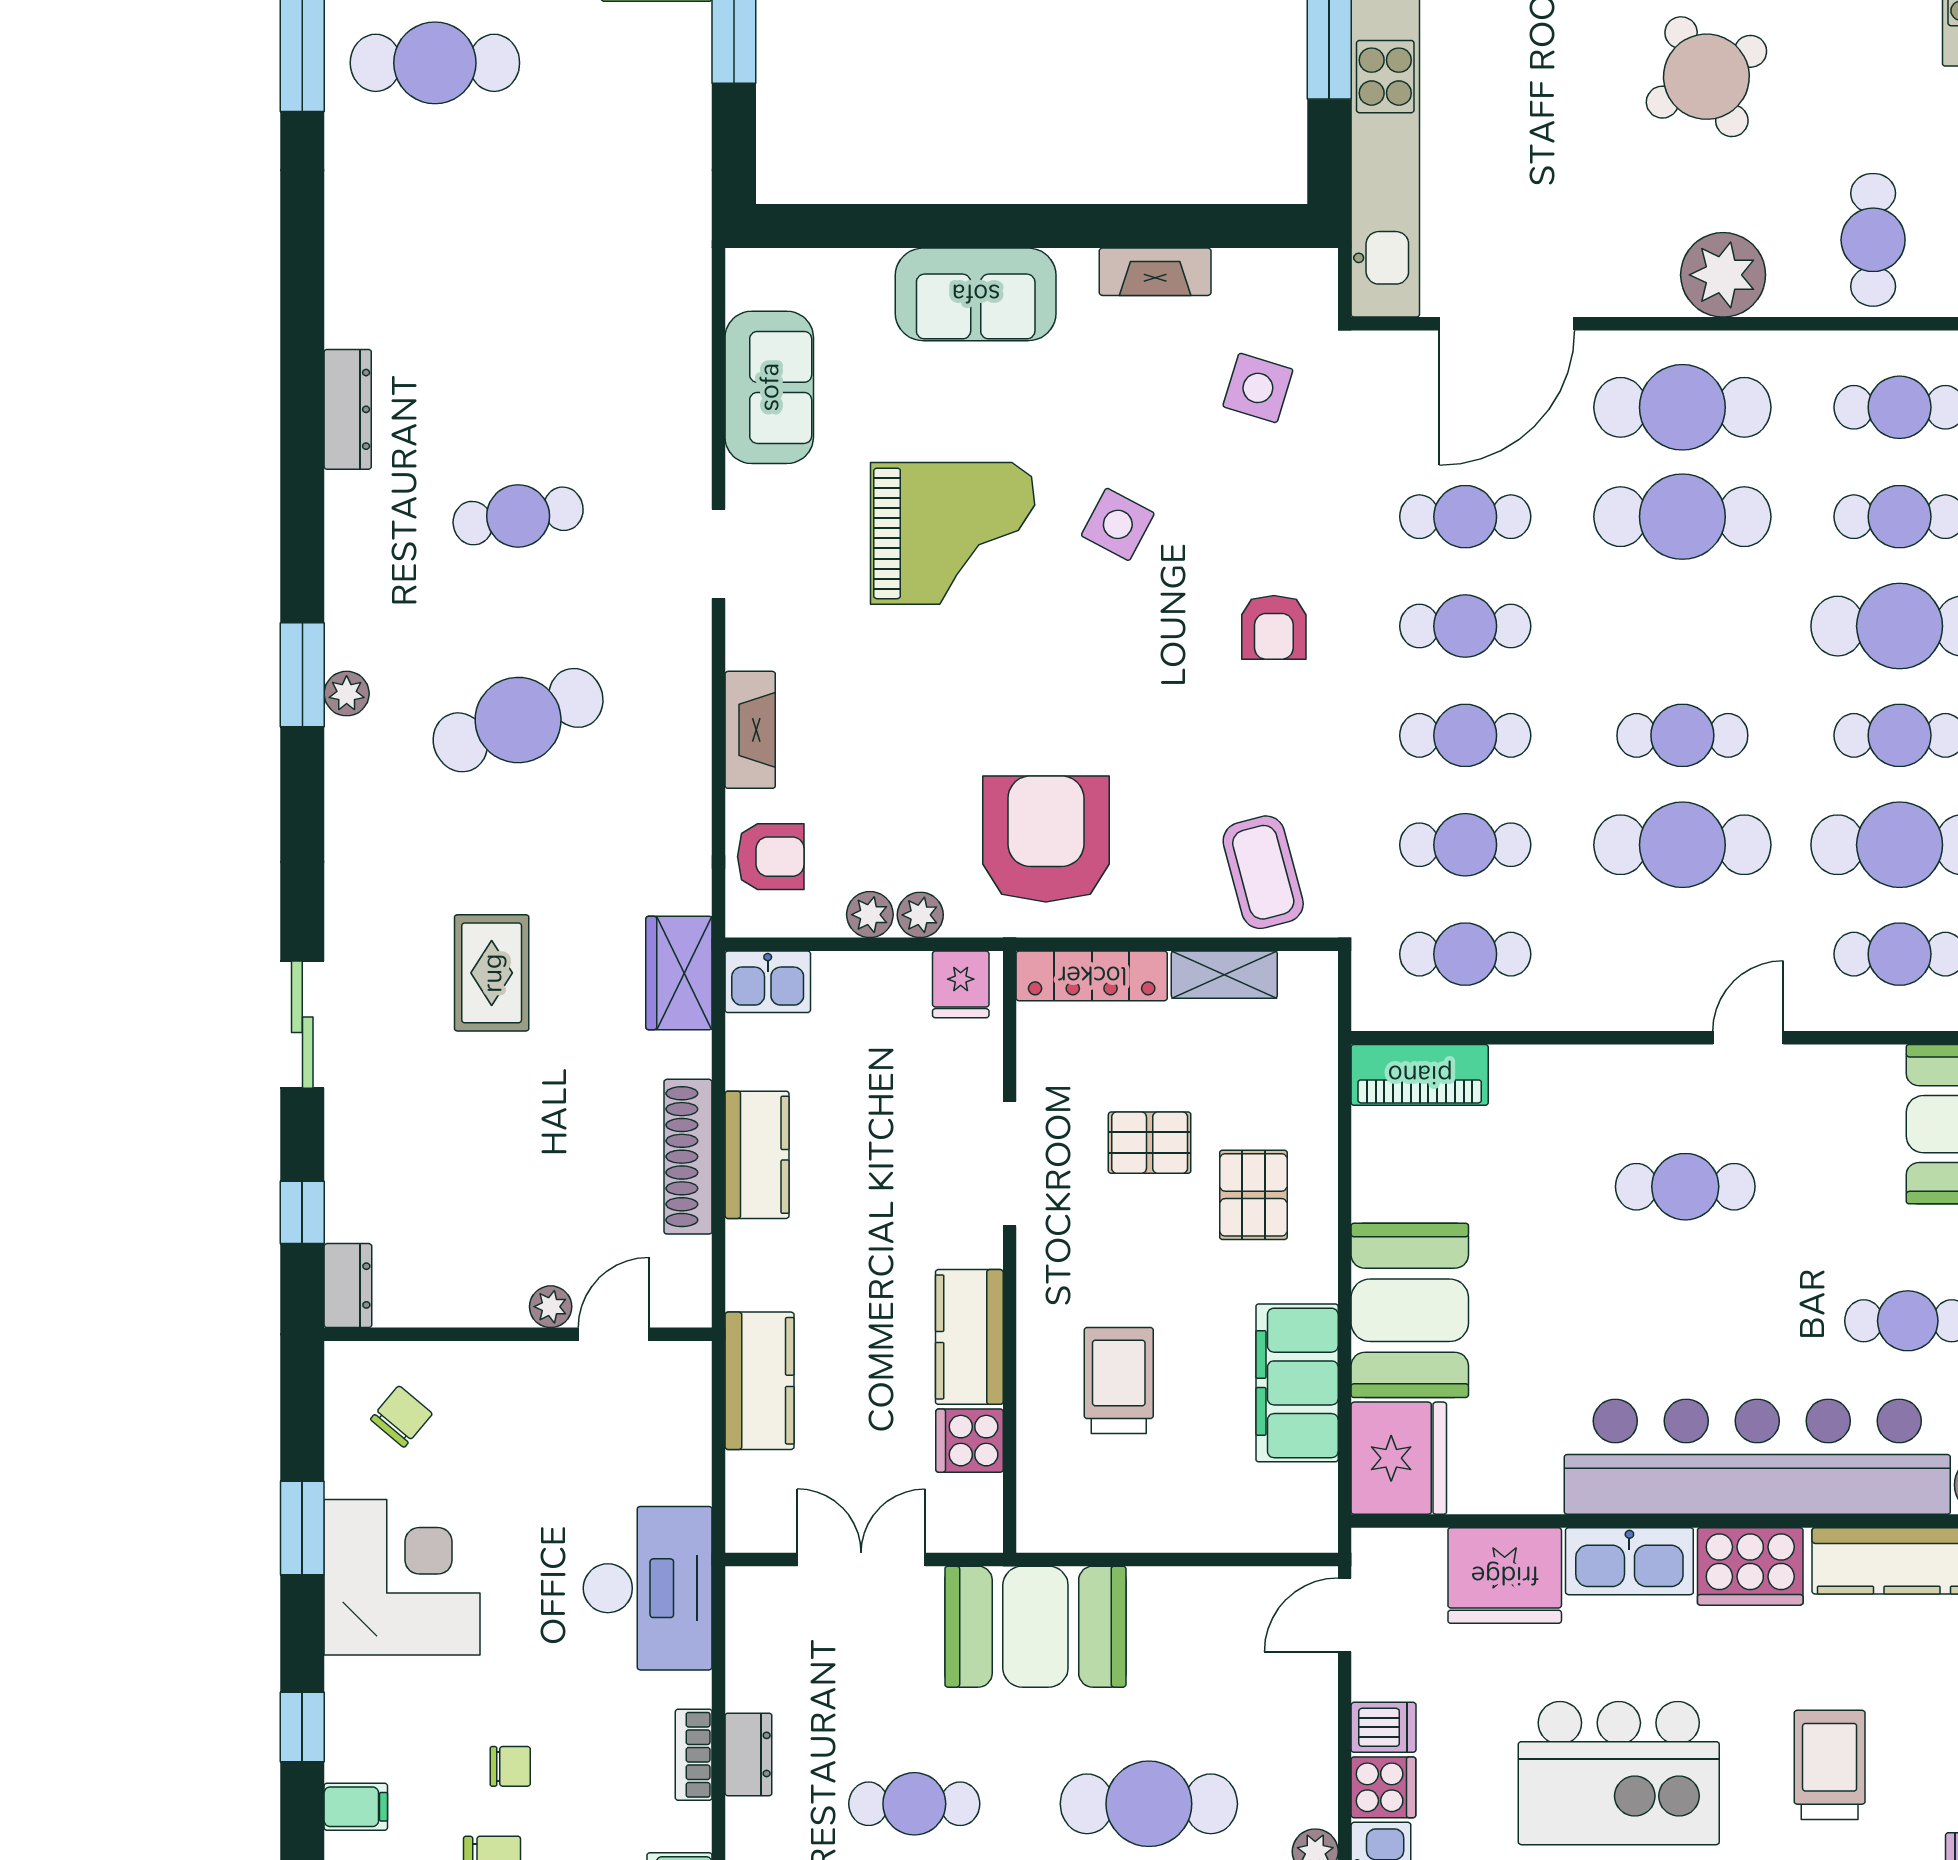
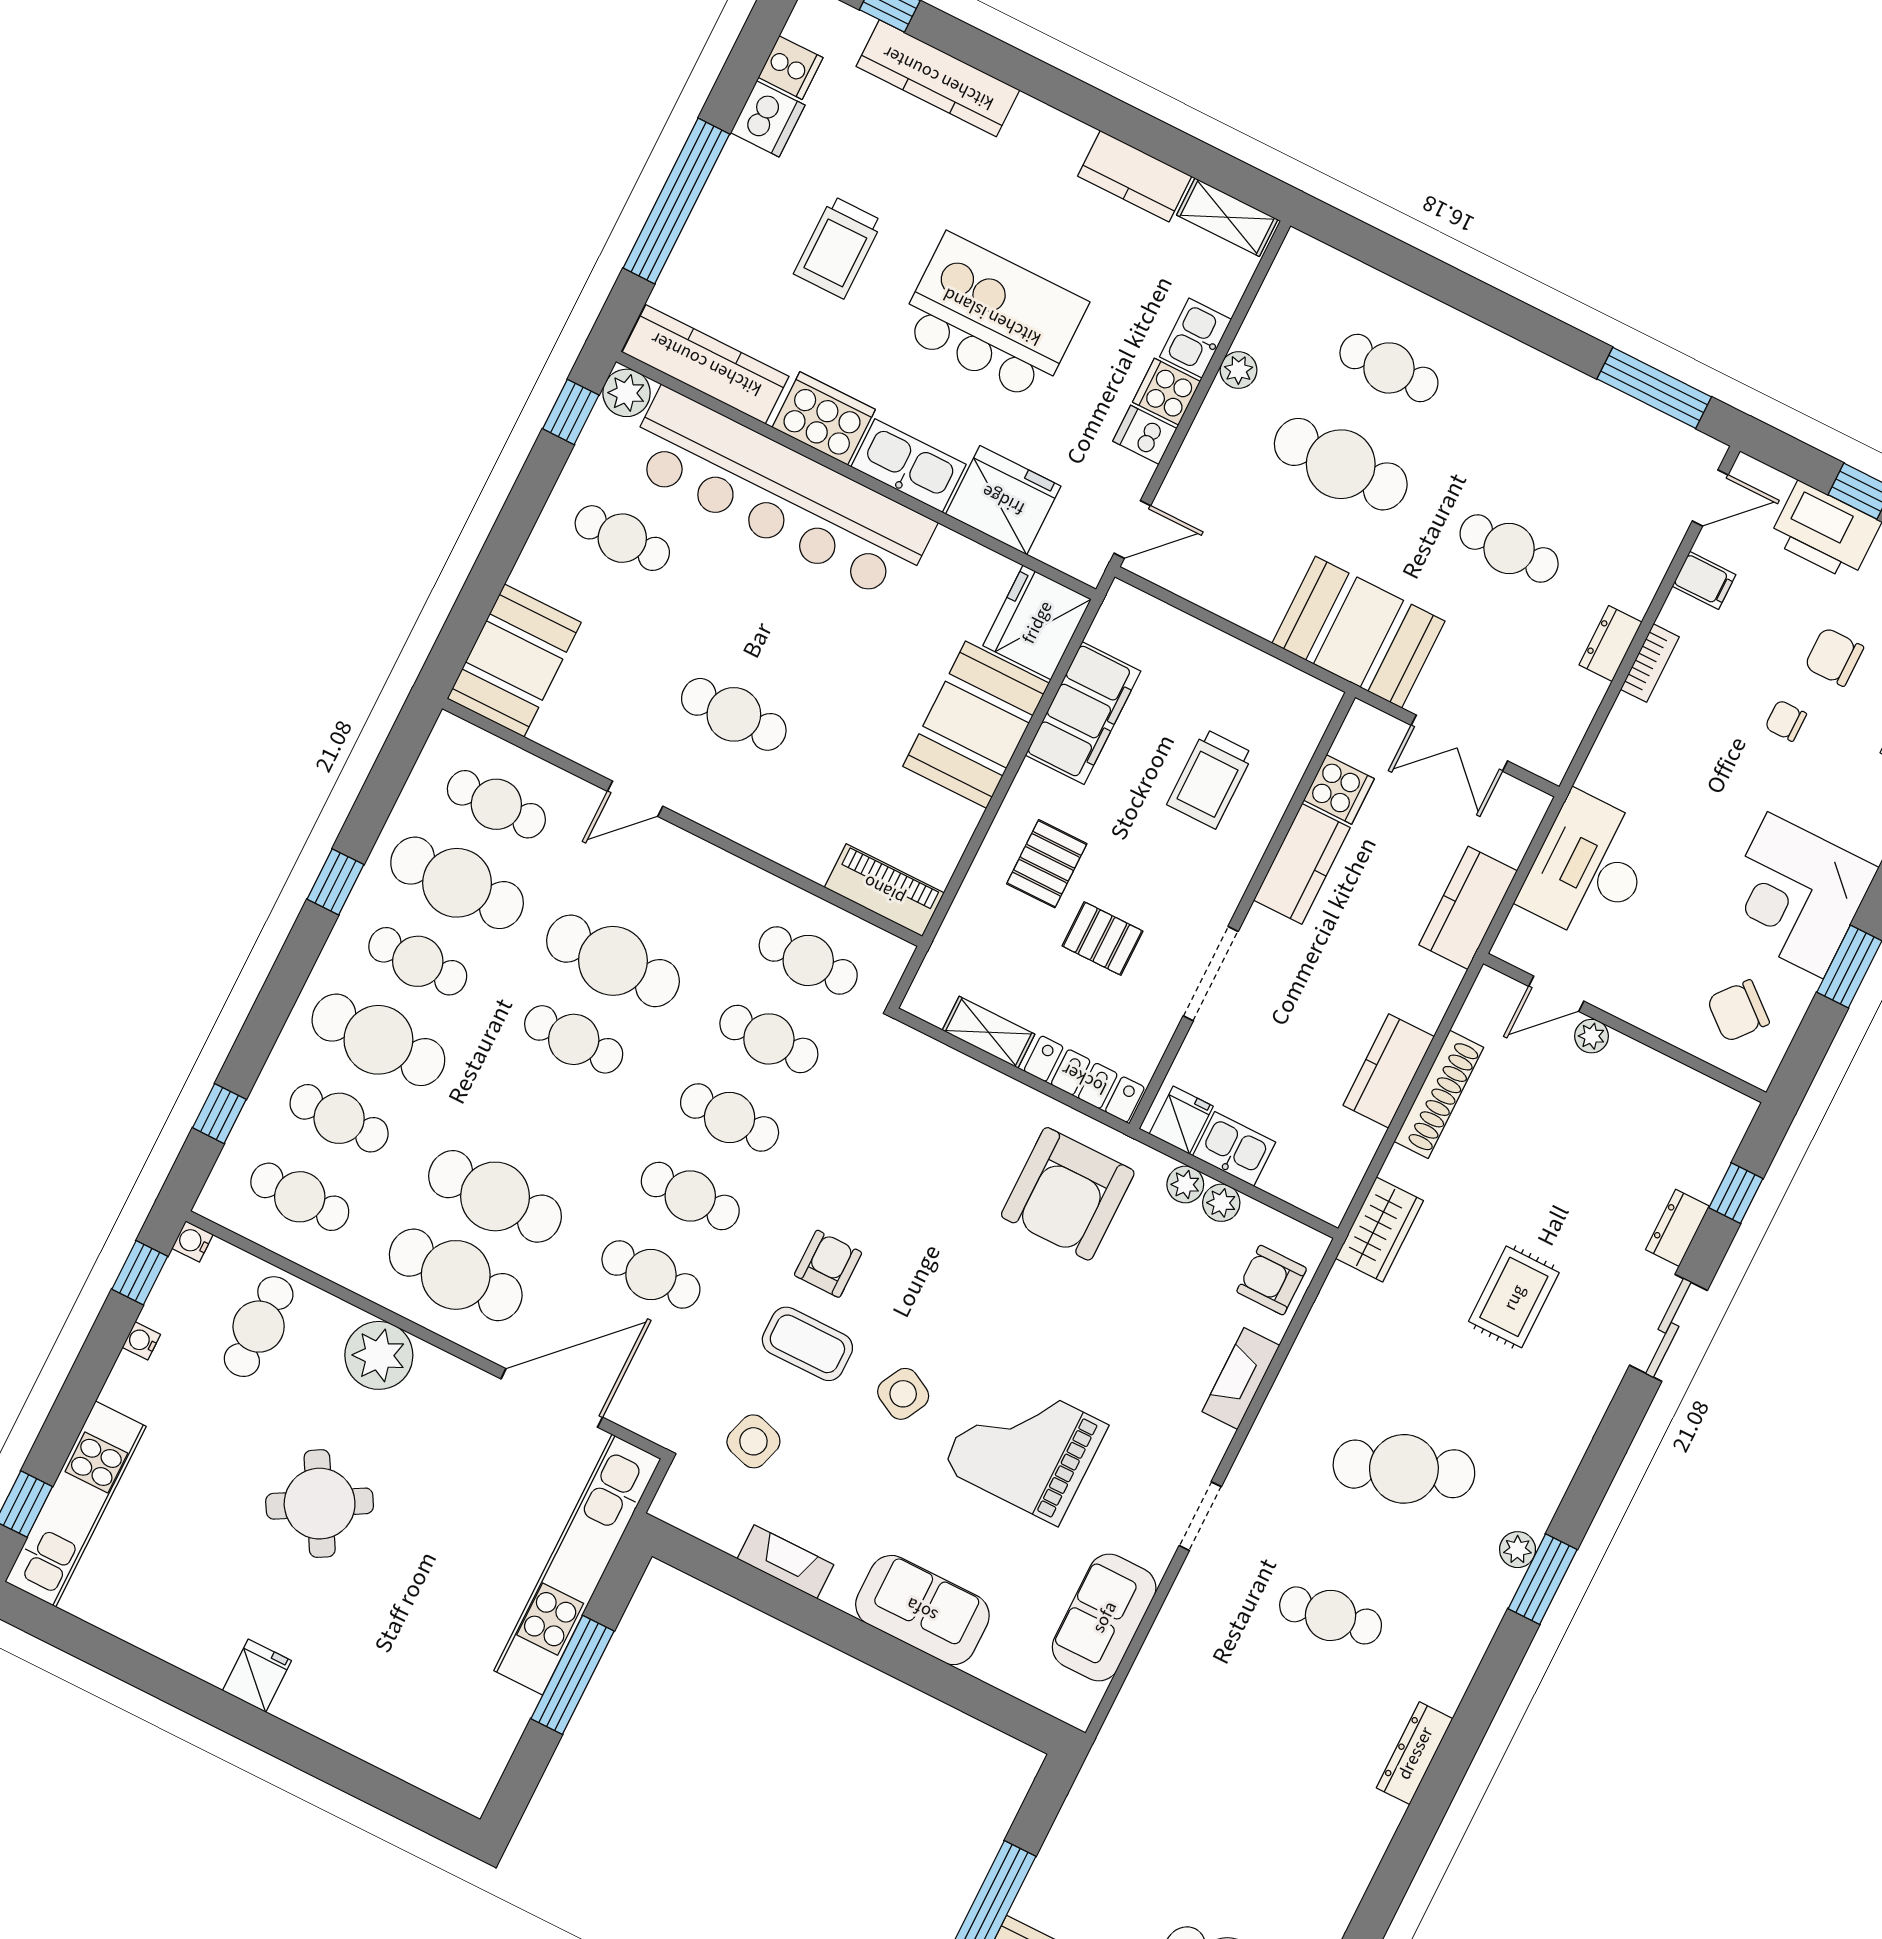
coffee table: (1263, 872) -> (807, 1344), moved, turned -75
kitchen sink: (768, 982) -> (1234, 1149), moved
dresser: (348, 1286) -> (1677, 1228), moved
chair: (401, 1417) -> (1738, 1011), width x1.37, depth x1.37
desk: (648, 1588) -> (1589, 868), moved

